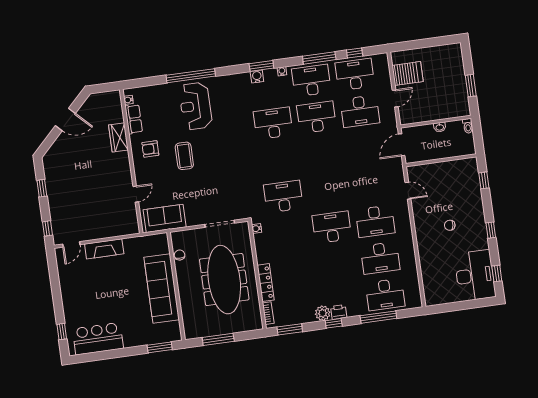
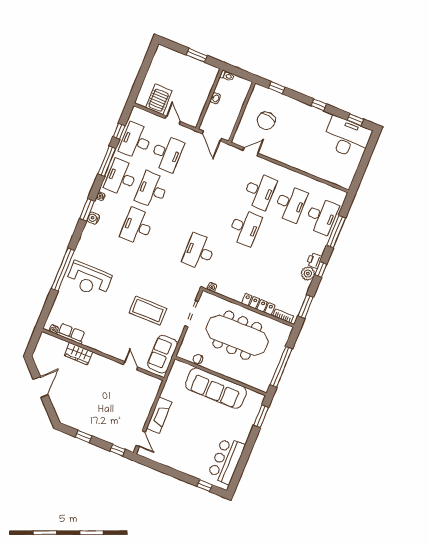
armchair: (150, 149) -> (102, 334), removed
coffee table: (184, 156) -> (148, 311), moved, width x1.36, depth x1.32
chair: (450, 225) -> (266, 121), moved, width x1.87, depth x1.87
desk: (332, 227) -> (245, 228), turned 180
window: (218, 339) -> (281, 367), width x1.46

